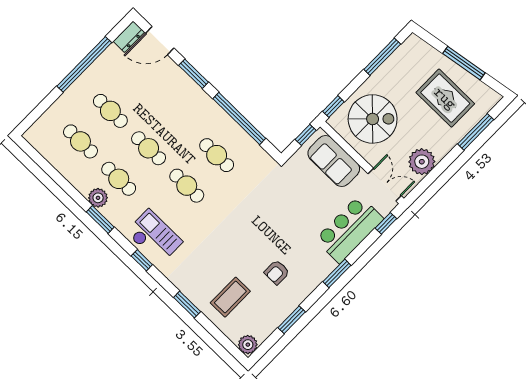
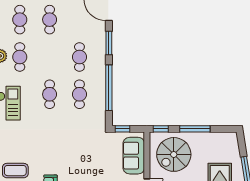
window: (382, 57) -> (195, 129), moved
spiral stairs: (373, 119) -> (174, 154), turned 90
window: (306, 135) -> (123, 129), moved
cafe table: (149, 148) -> (79, 57), moved

